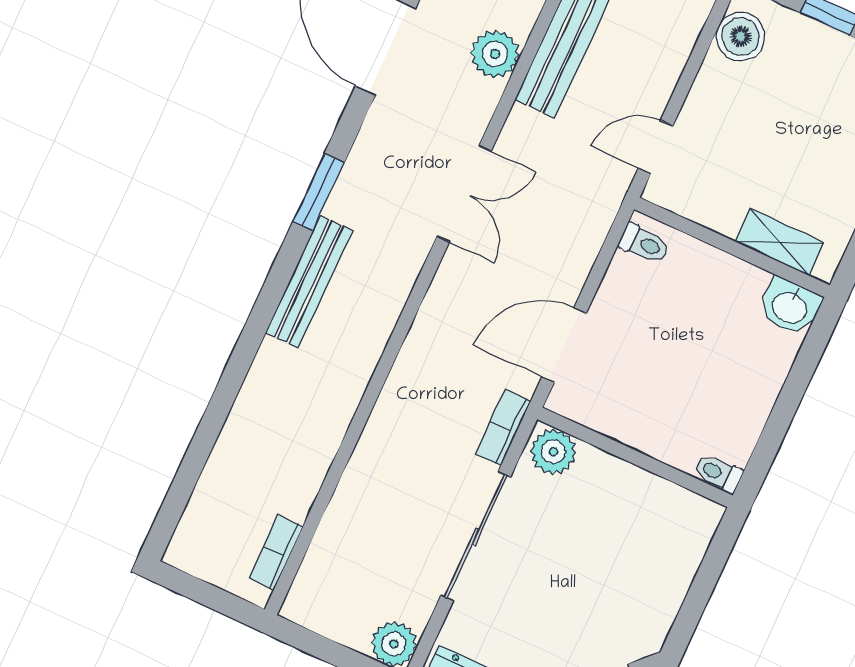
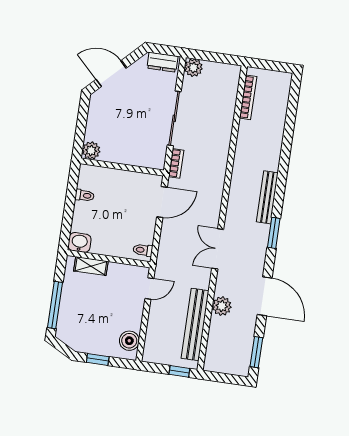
plant: (553, 452) -> (91, 151), moved
toilet: (718, 473) -> (85, 195), moved
bookcase: (276, 552) -> (248, 97), width x1.56

